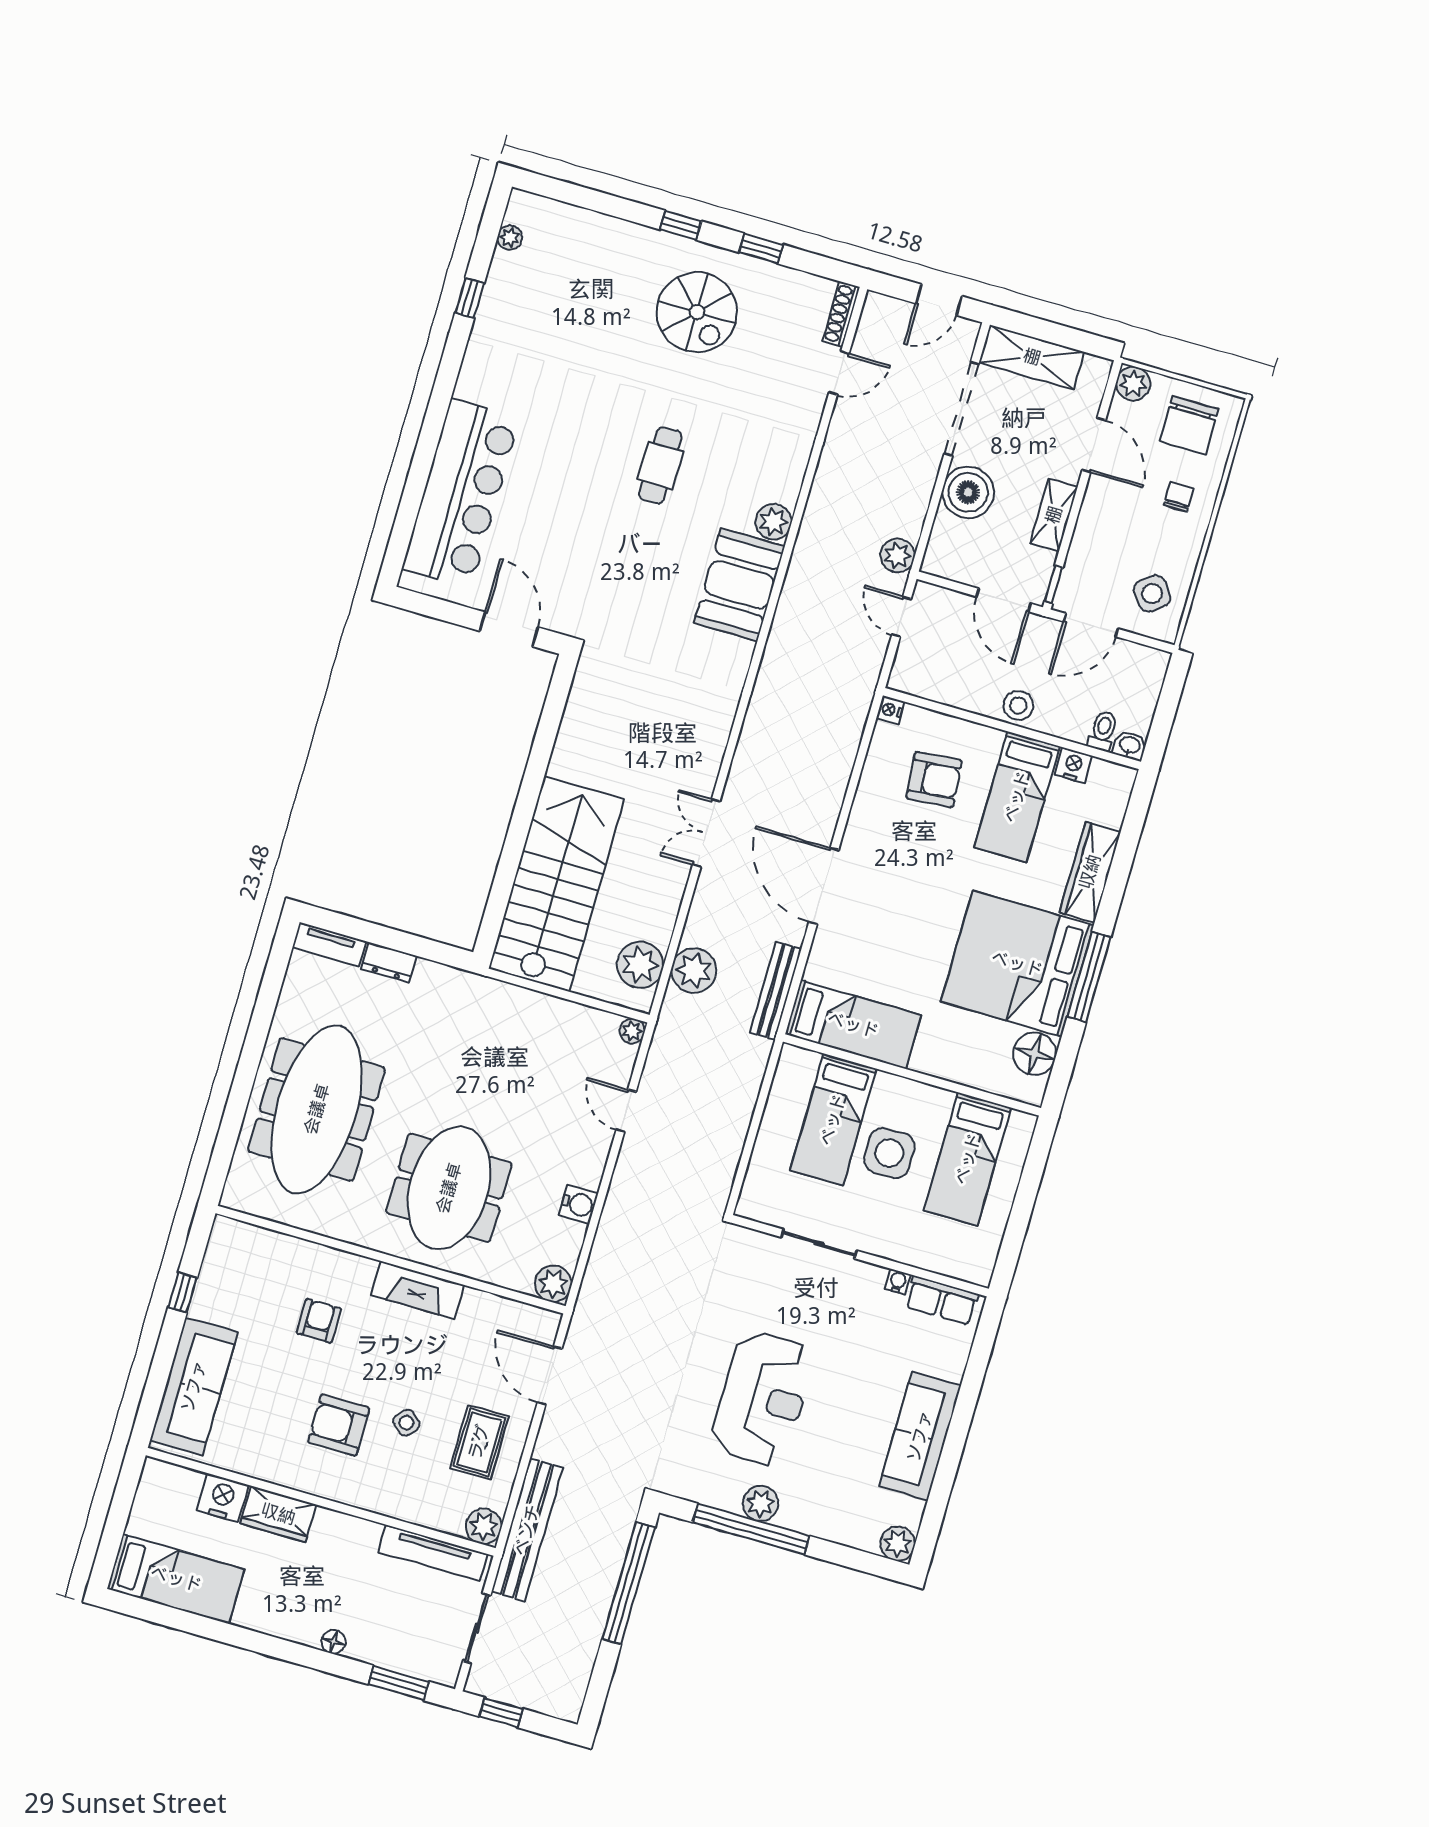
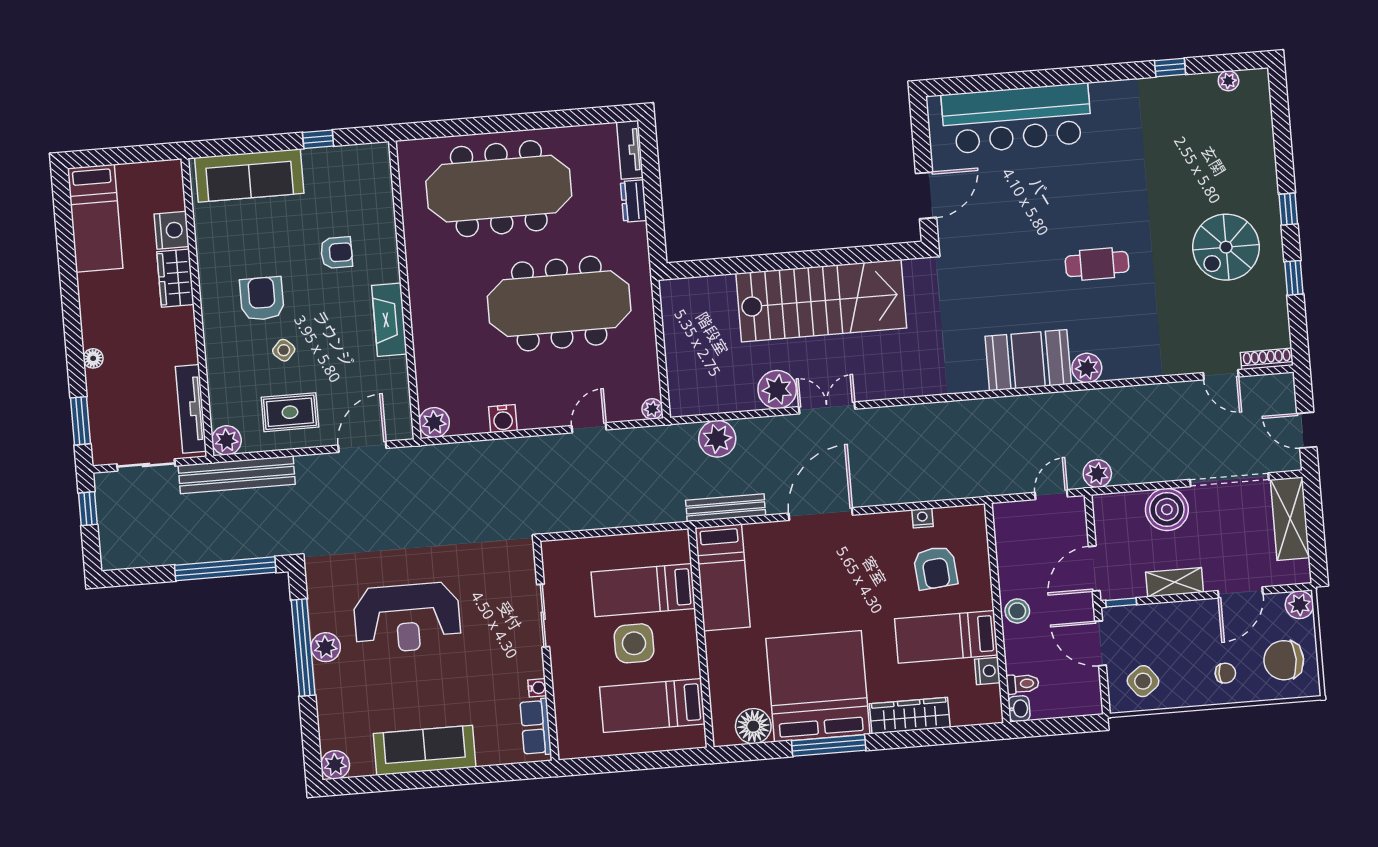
nightstand: (890, 710) -> (922, 518), moved
stairs: (556, 884) -> (821, 301), moved
plant: (640, 965) -> (777, 390), moved
meeting table: (449, 1188) -> (559, 304), moved, width x1.36

